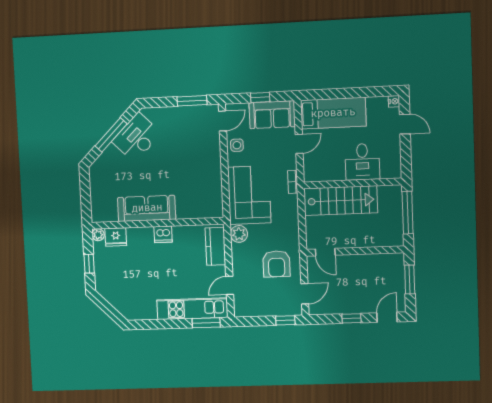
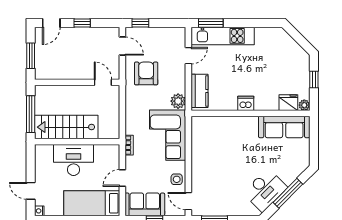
door: (223, 121) -> (188, 201), hinge flipped
desk: (362, 162) -> (74, 160), width x1.37
stairs: (341, 201) -> (66, 127), moved
sofa: (147, 208) -> (284, 127), moved
door: (305, 294) -> (122, 46), swing flipped

